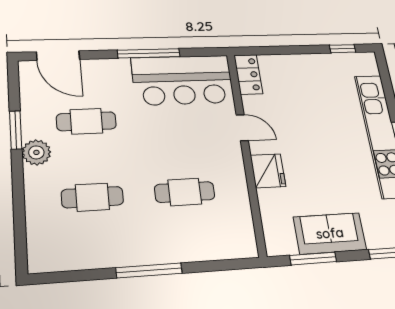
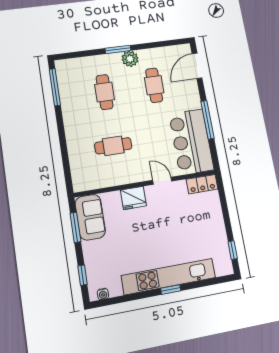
door: (242, 128) -> (162, 181), swing flipped
window: (16, 130) -> (118, 49), moved
cafe table: (185, 192) -> (113, 146), turned 90
sofa: (330, 233) -> (90, 217), moved
window: (149, 271) -> (55, 87), moved

